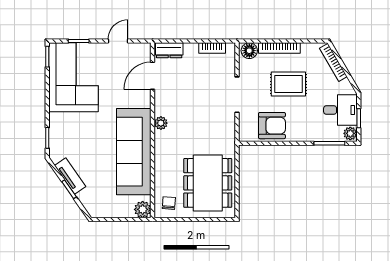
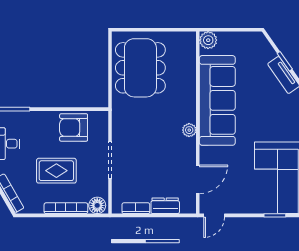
door: (118, 41) -> (214, 215), moved
dresser: (169, 50) -> (165, 206), moved
chair: (169, 203) -> (181, 47), removed

